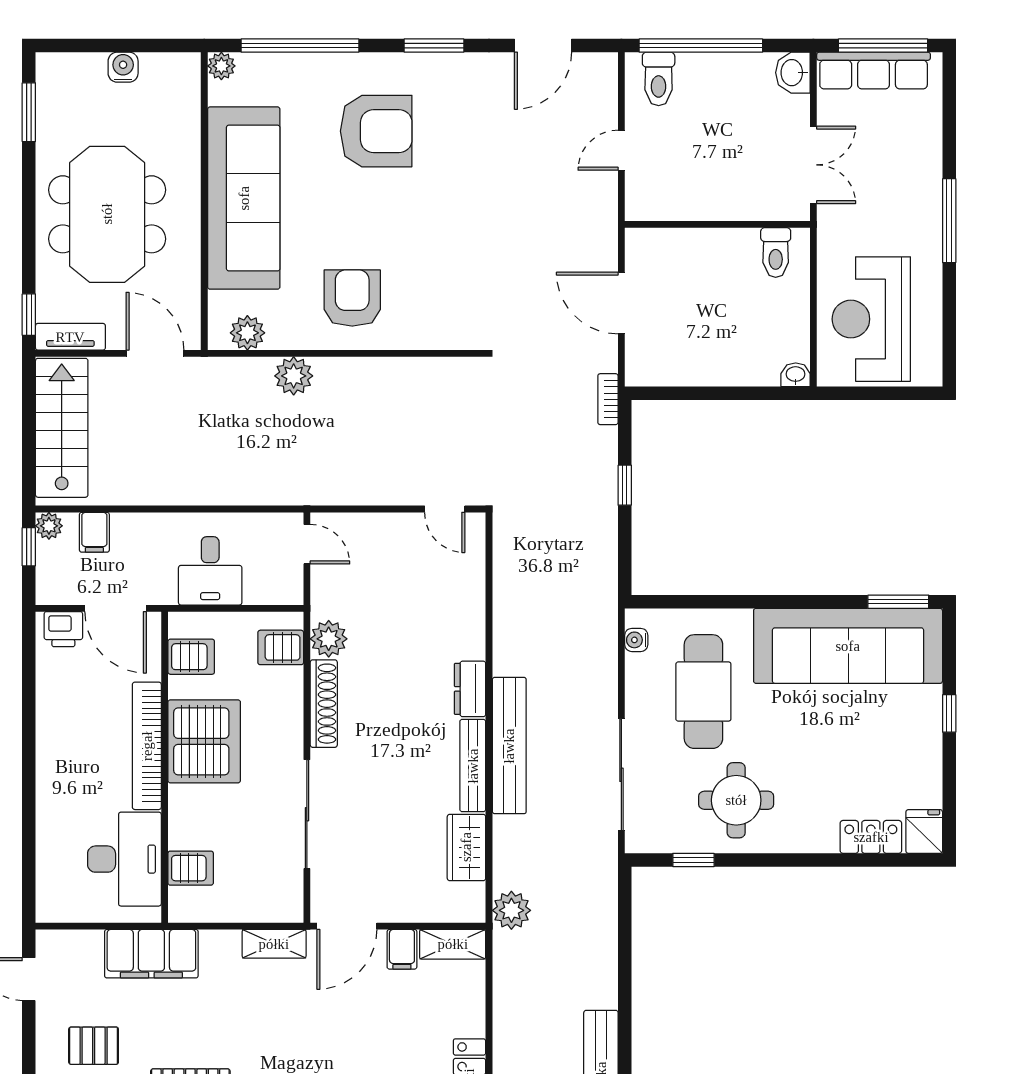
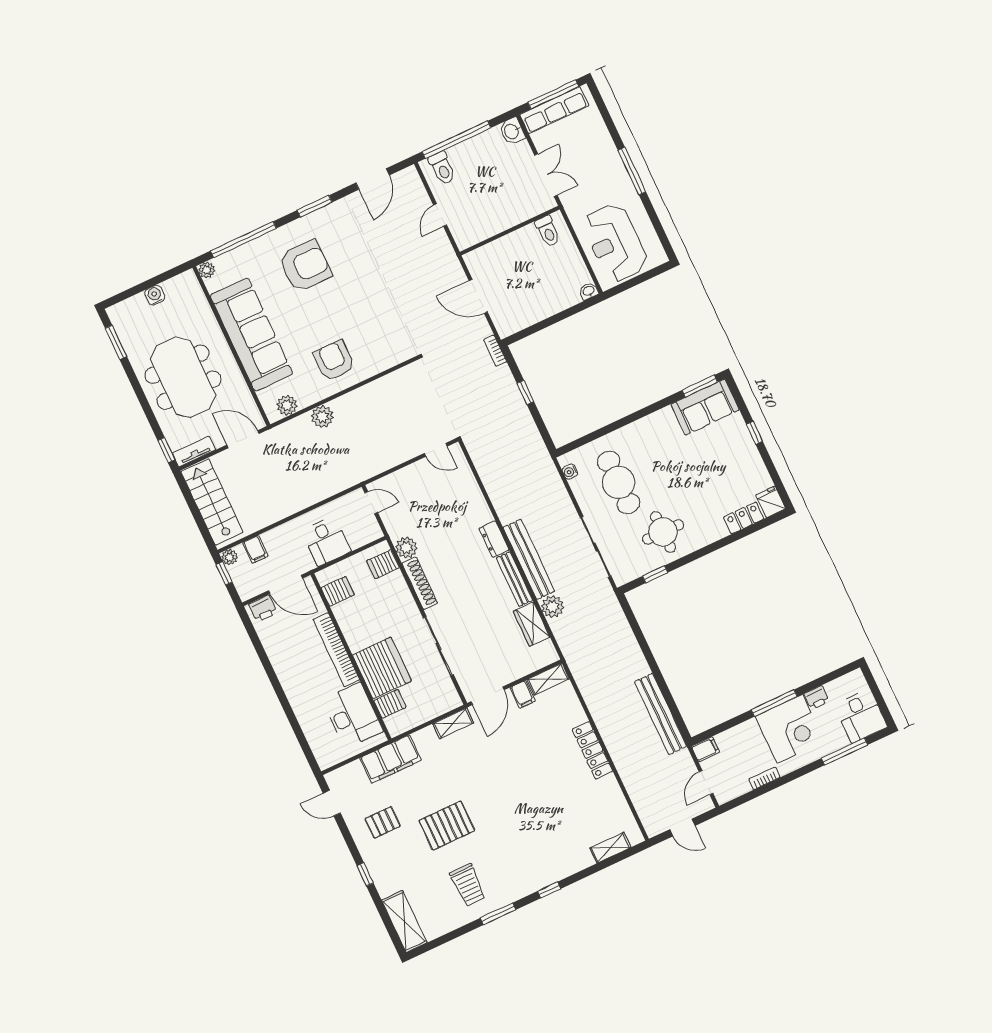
sofa: (848, 646) -> (705, 407), width x0.54, depth x0.79
server rack: (204, 741) -> (382, 668), moved
plant: (511, 910) -> (552, 607), moved

